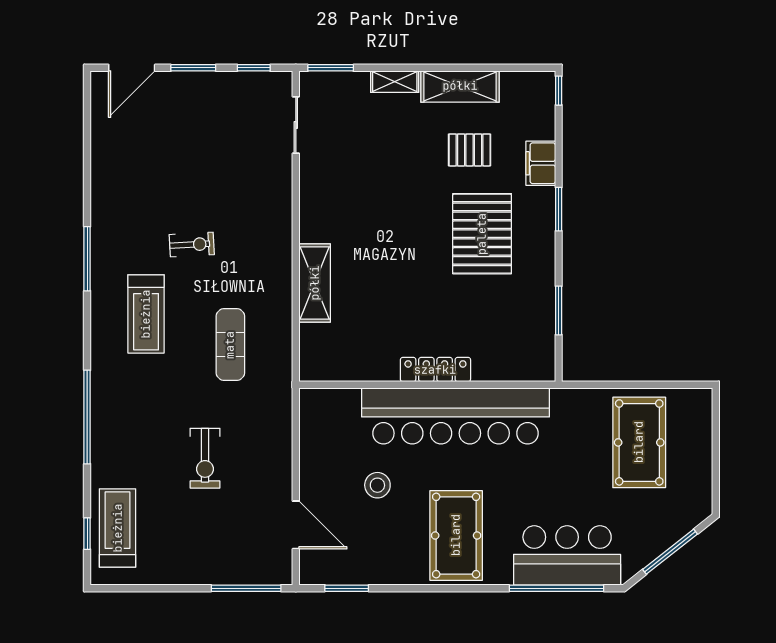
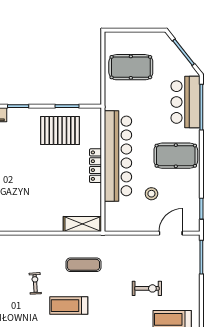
pallet: (482, 234) -> (60, 130), moved
shelving: (315, 283) -> (82, 224), moved
treadmill: (146, 314) -> (69, 306), turned 180
exercise bike: (205, 458) -> (147, 288), moved

